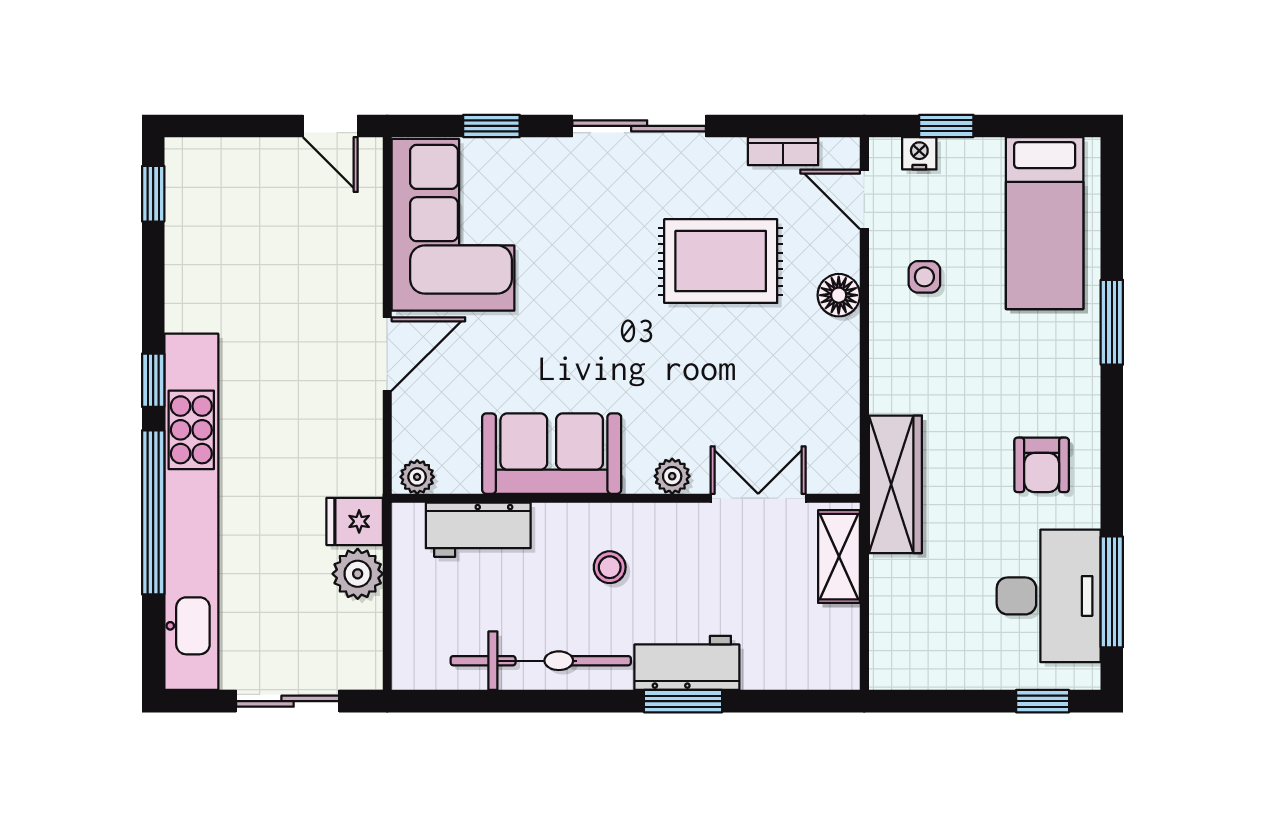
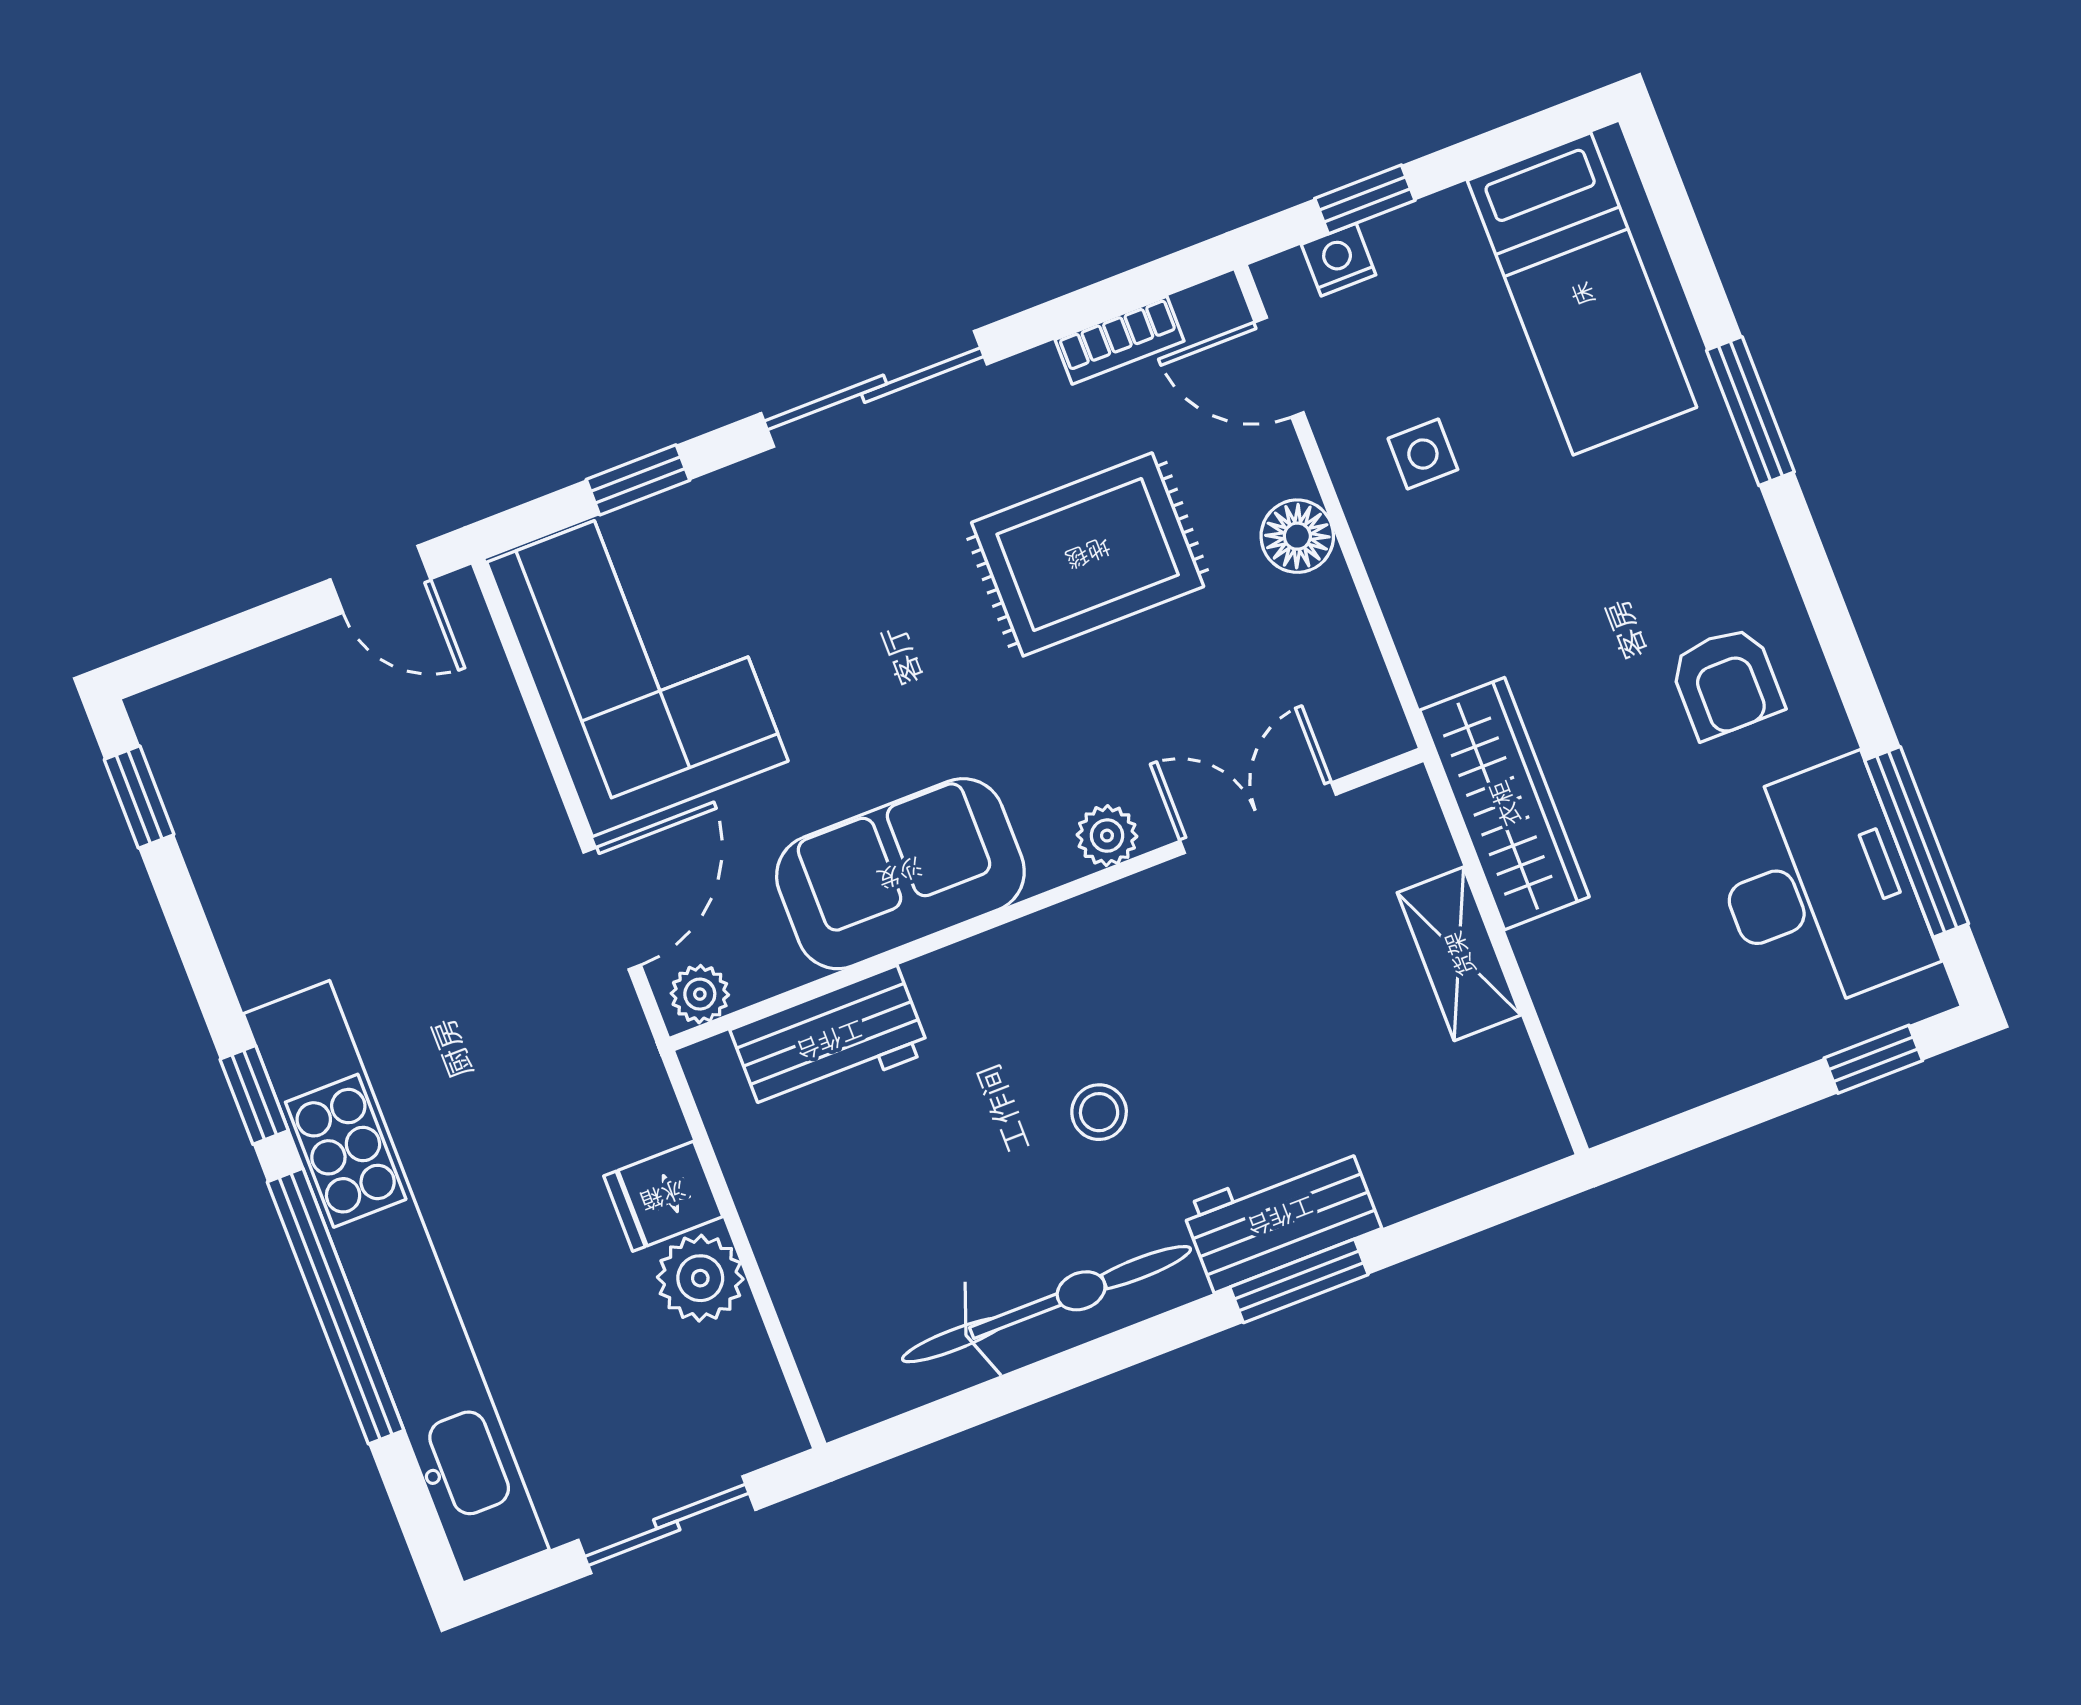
sofa: (552, 454) -> (900, 874), moved
plant: (672, 476) -> (1107, 836), moved
plant: (417, 477) -> (700, 994), moved
wall: (626, 498) -> (1046, 899), moved
double door: (758, 498) -> (1258, 818), moved
workbench: (478, 530) -> (830, 1041), moved

